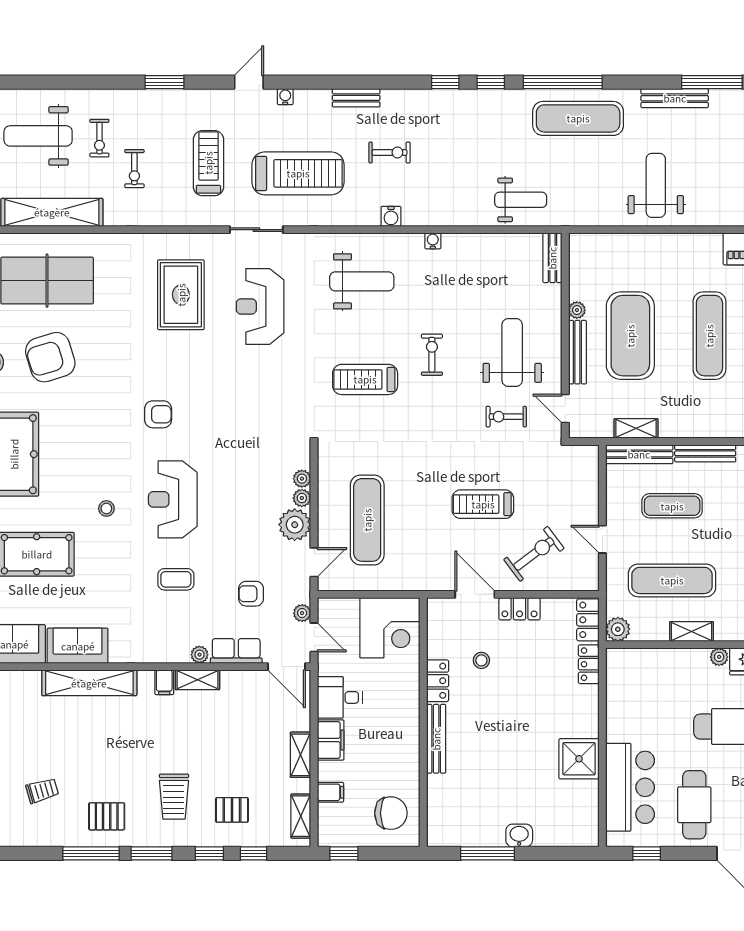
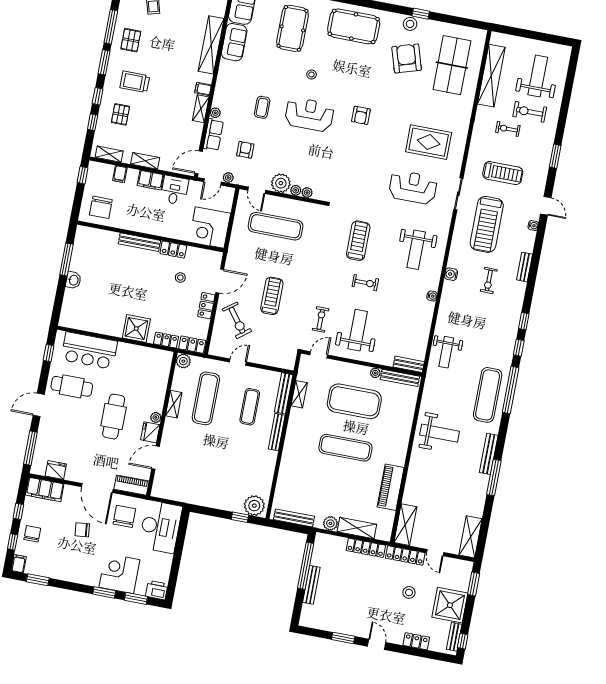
exercise bike: (99, 138) -> (530, 112), width x1.38, depth x1.39
weight bench: (512, 352) -> (358, 330), turned -90
bench: (577, 352) -> (400, 378), moved
shower: (579, 759) -> (136, 329), moved

